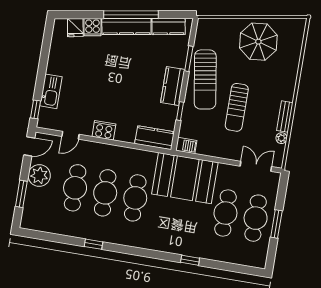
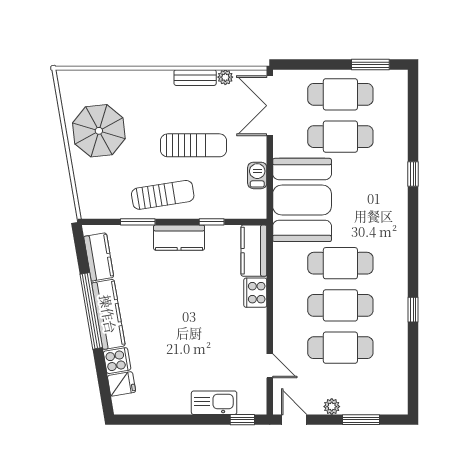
sun lounger: (205, 79) -> (163, 195), width x0.73, depth x0.75
cooker: (104, 130) -> (255, 293), moved
barbecue: (186, 146) -> (257, 175), moved
double door: (256, 166) -> (270, 106), width x1.37
plant: (39, 176) -> (332, 407), width x0.53, depth x0.53
window: (276, 224) -> (370, 65), moved

